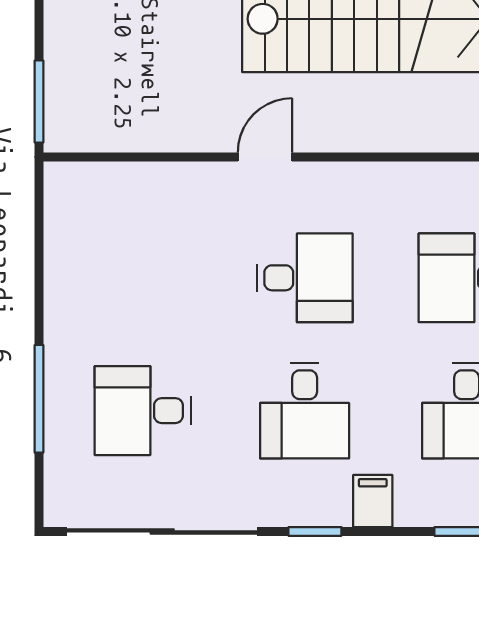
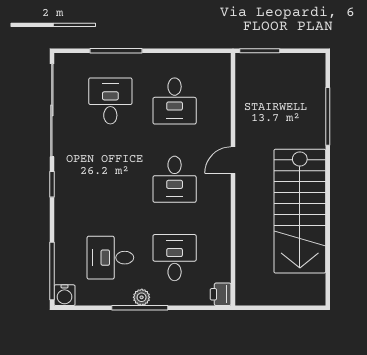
door: (265, 157) -> (233, 160), swing flipped
desk: (305, 411) -> (175, 101), moved, turned -90
filing cabinet: (373, 501) -> (67, 212), removed

